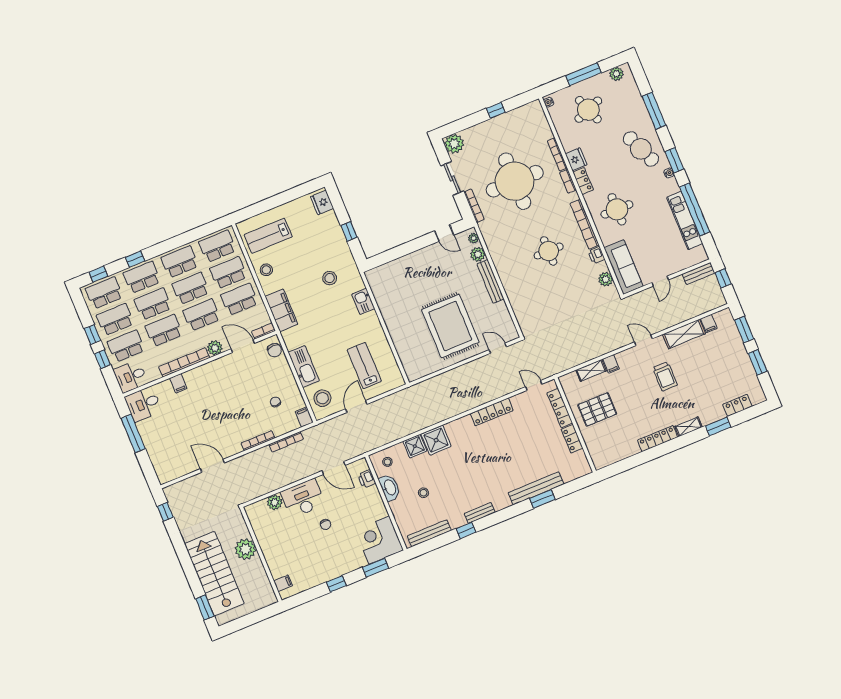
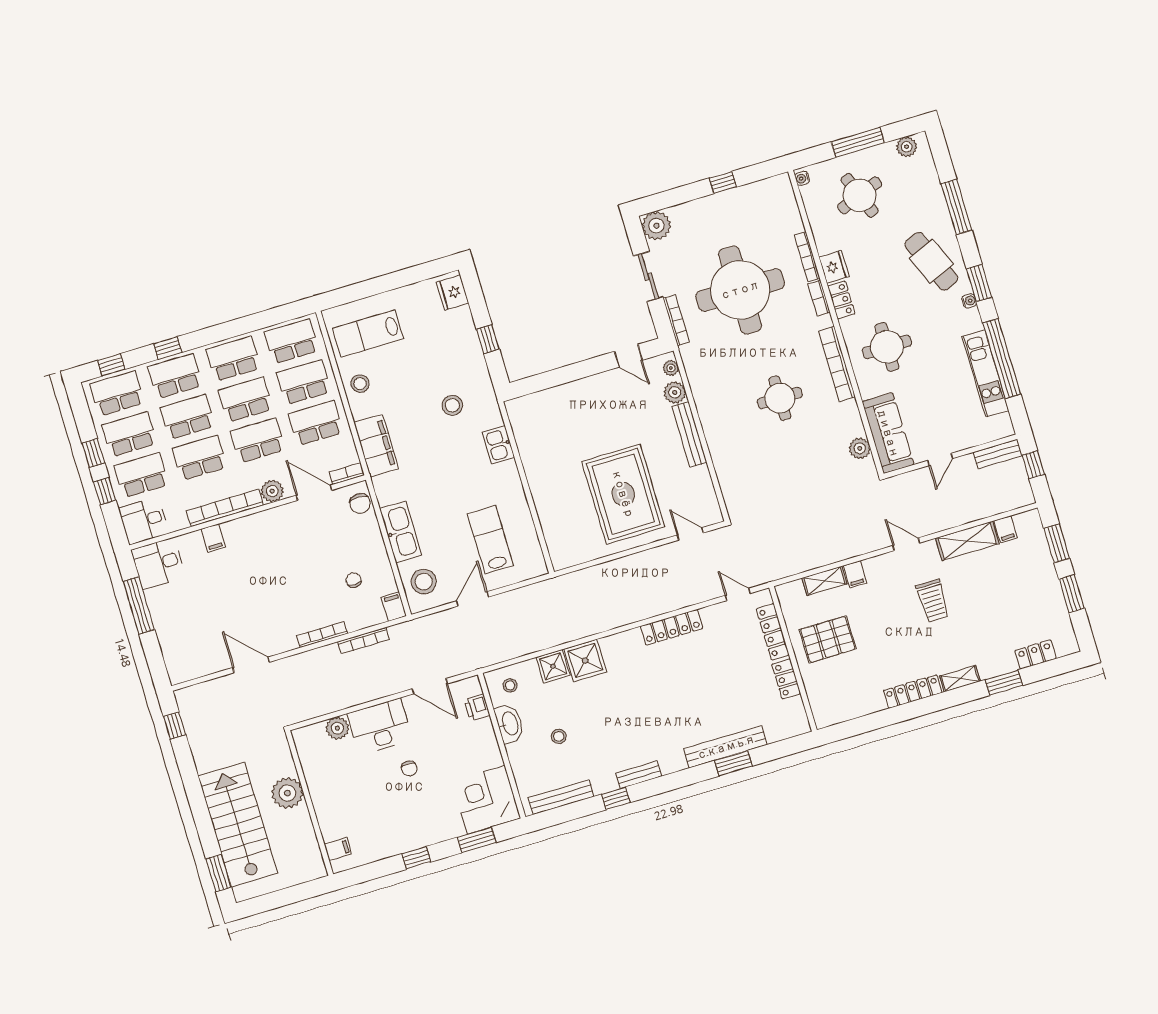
printer: (596, 255) -> (850, 411), removed

